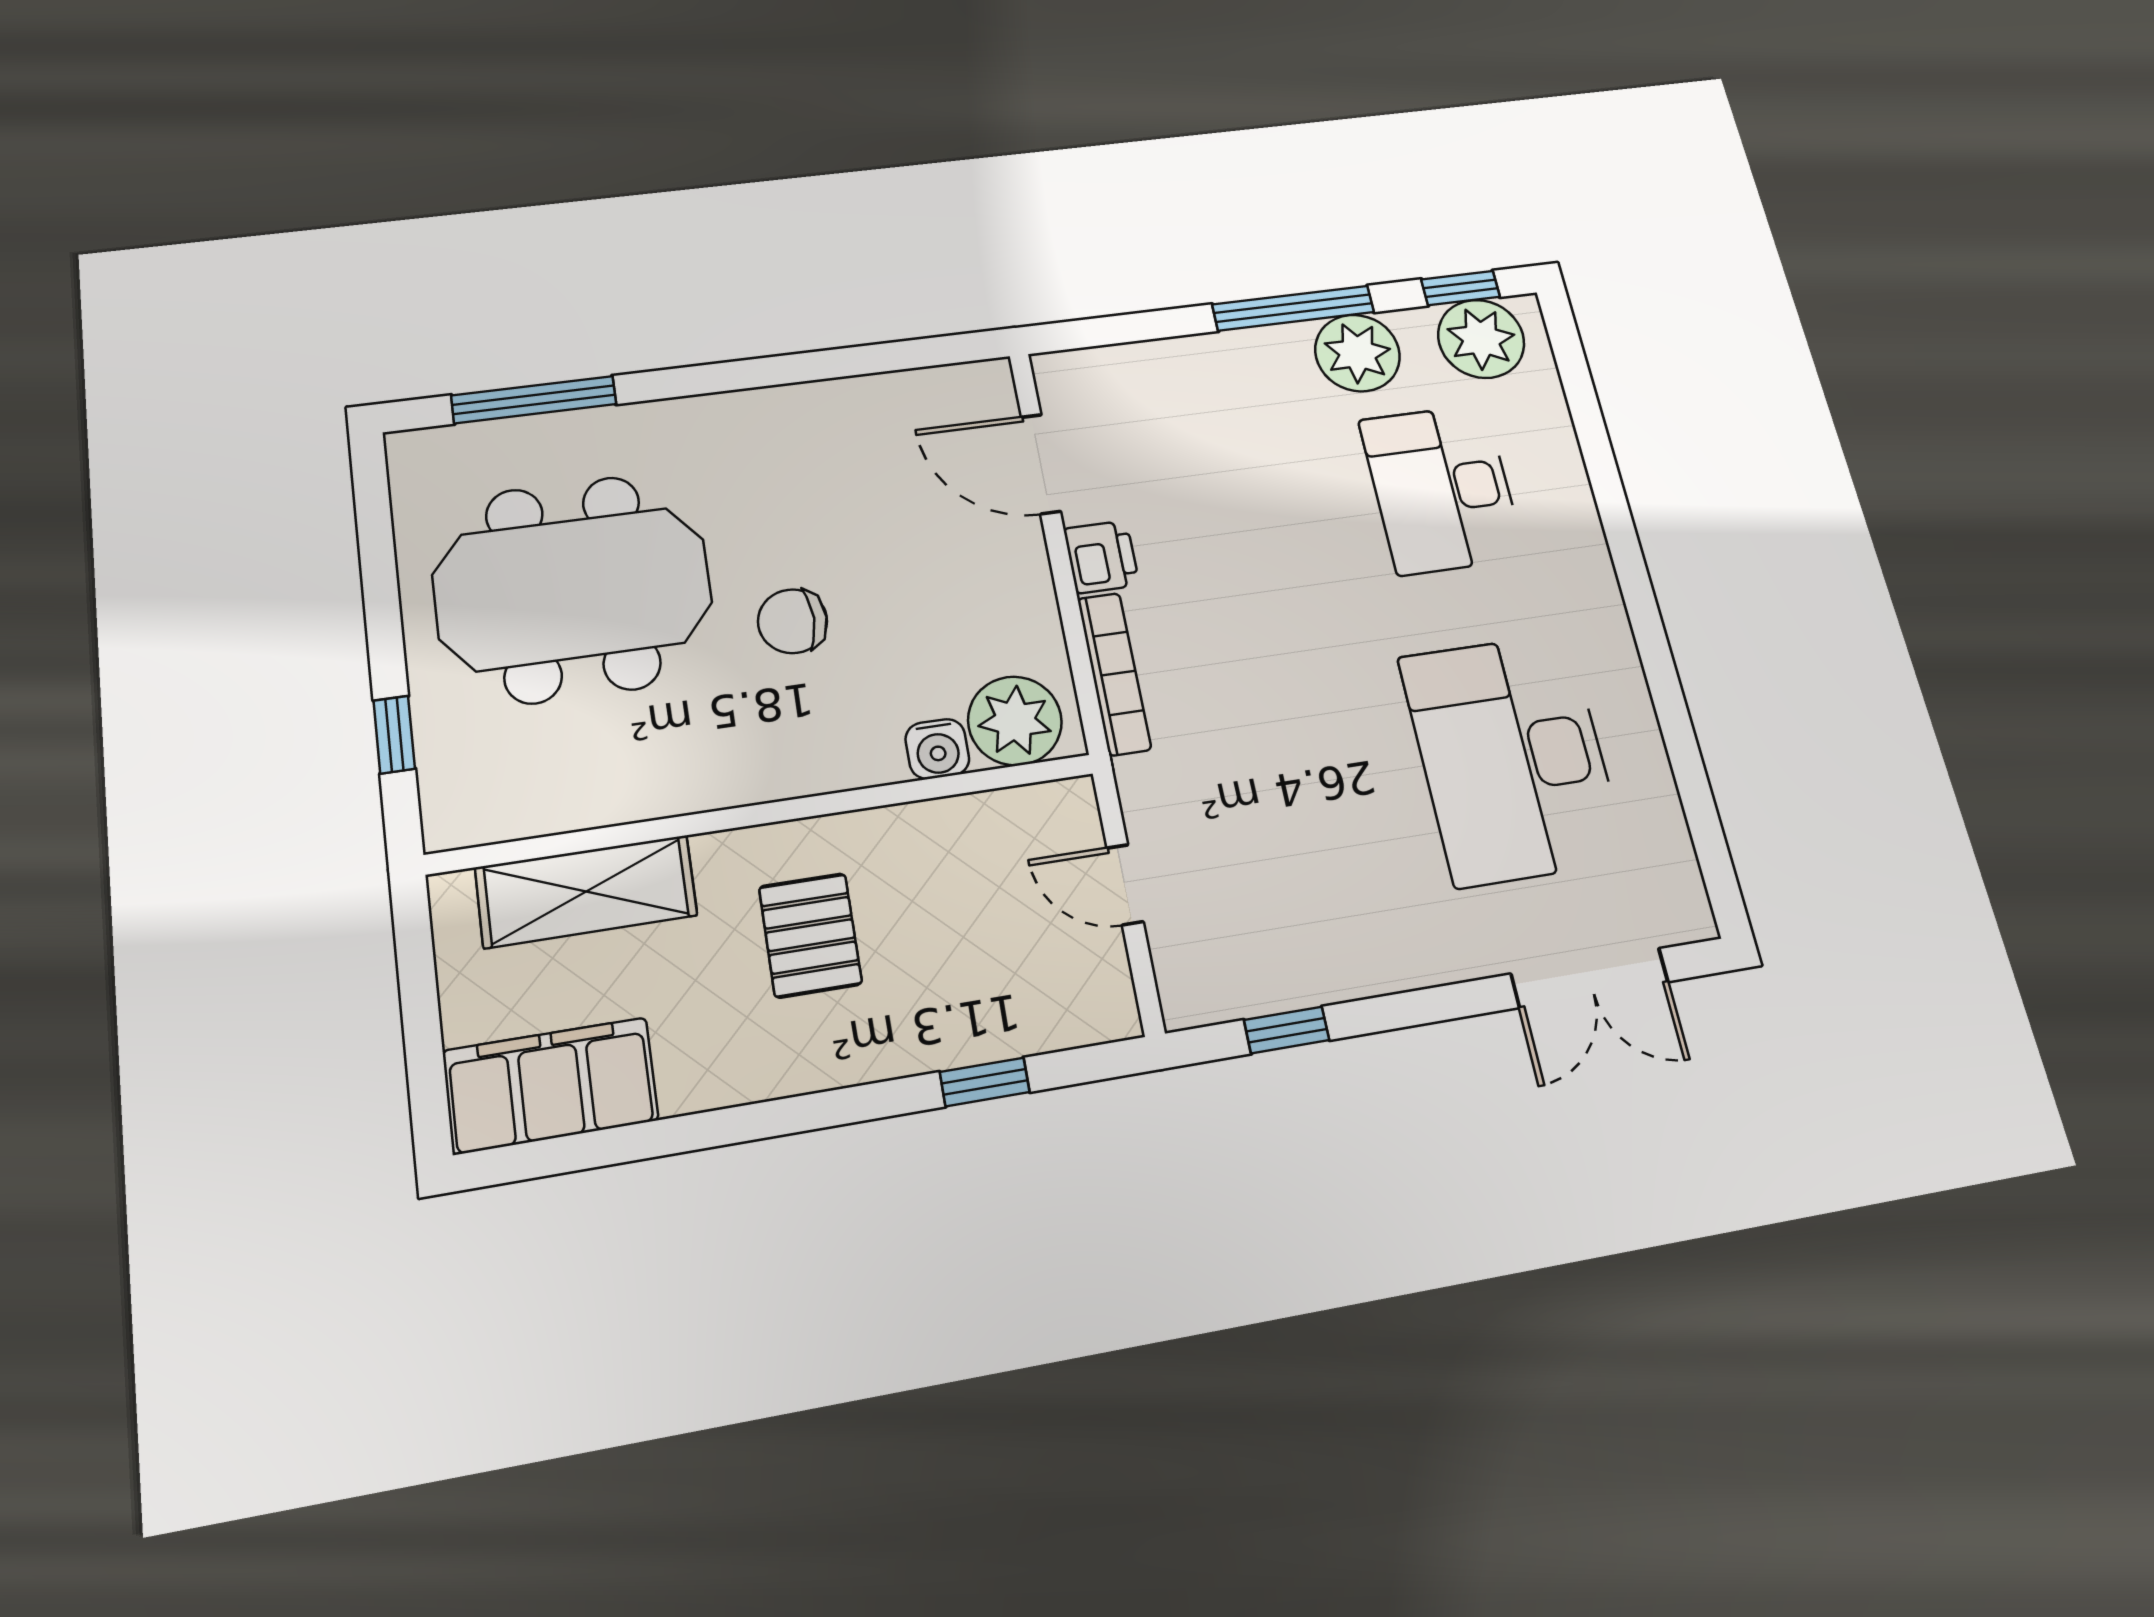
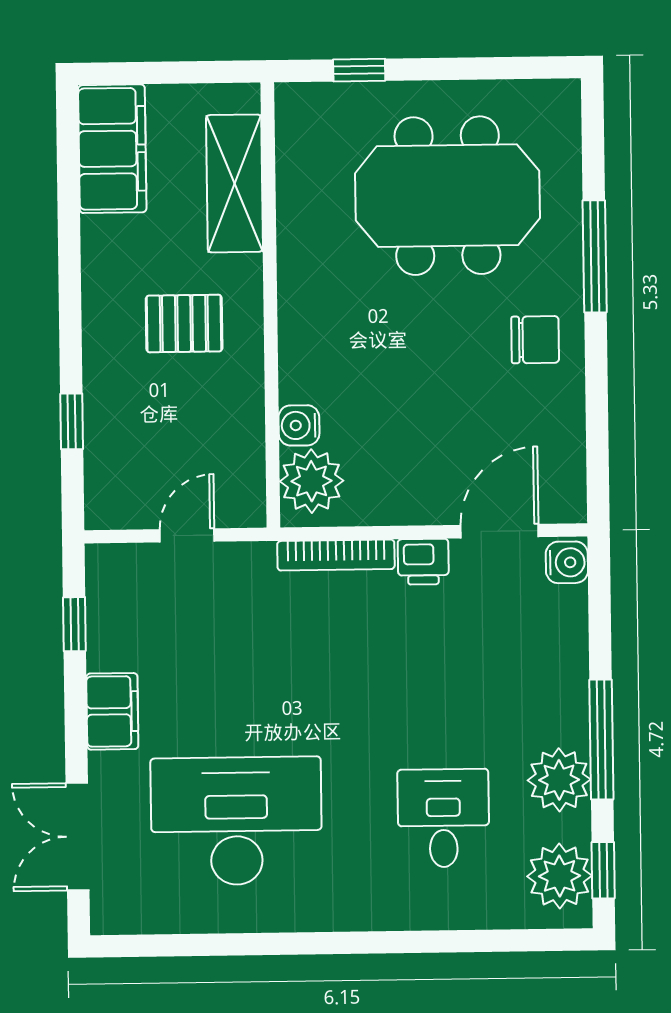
water cooler: (1068, 375) -> (567, 562), added
window: (534, 400) -> (595, 256), moved
desk: (1442, 489) -> (443, 818), width x0.73
meeting table: (573, 589) -> (447, 196), turned 90
chair: (793, 621) -> (535, 340), moved, turned 90
filing cabinet: (1401, 955) -> (112, 711), added

